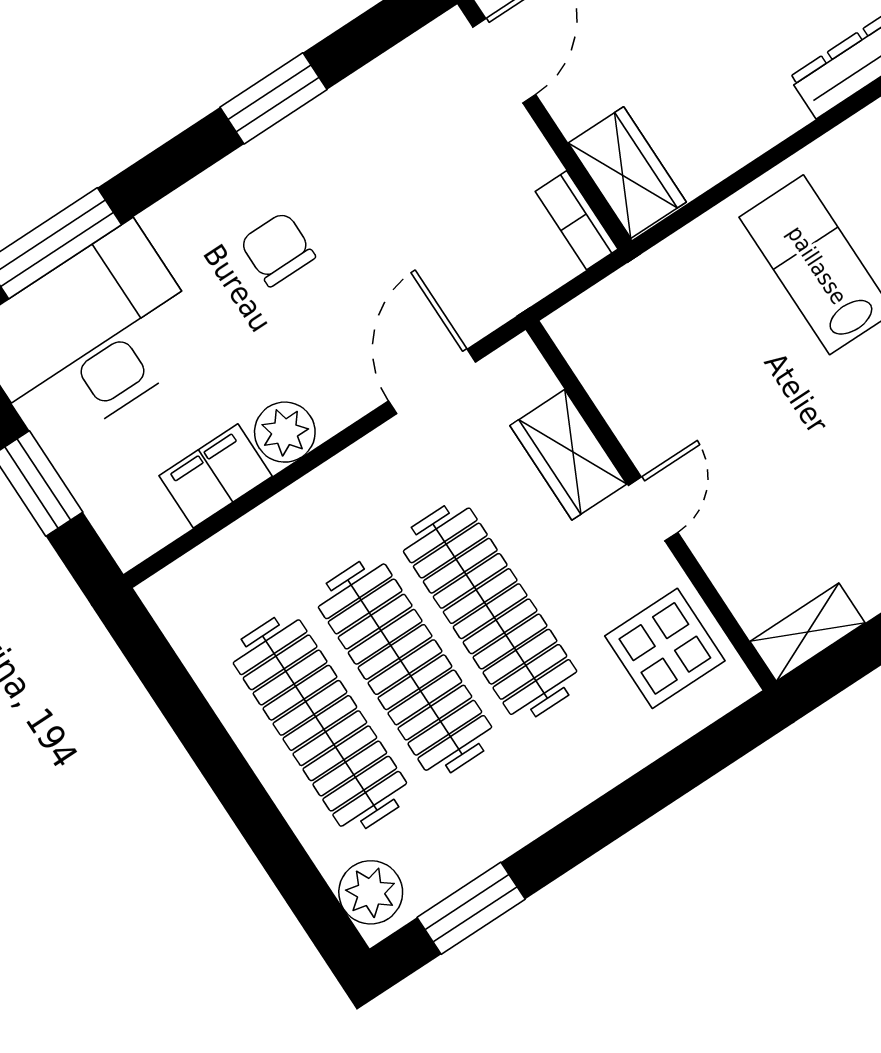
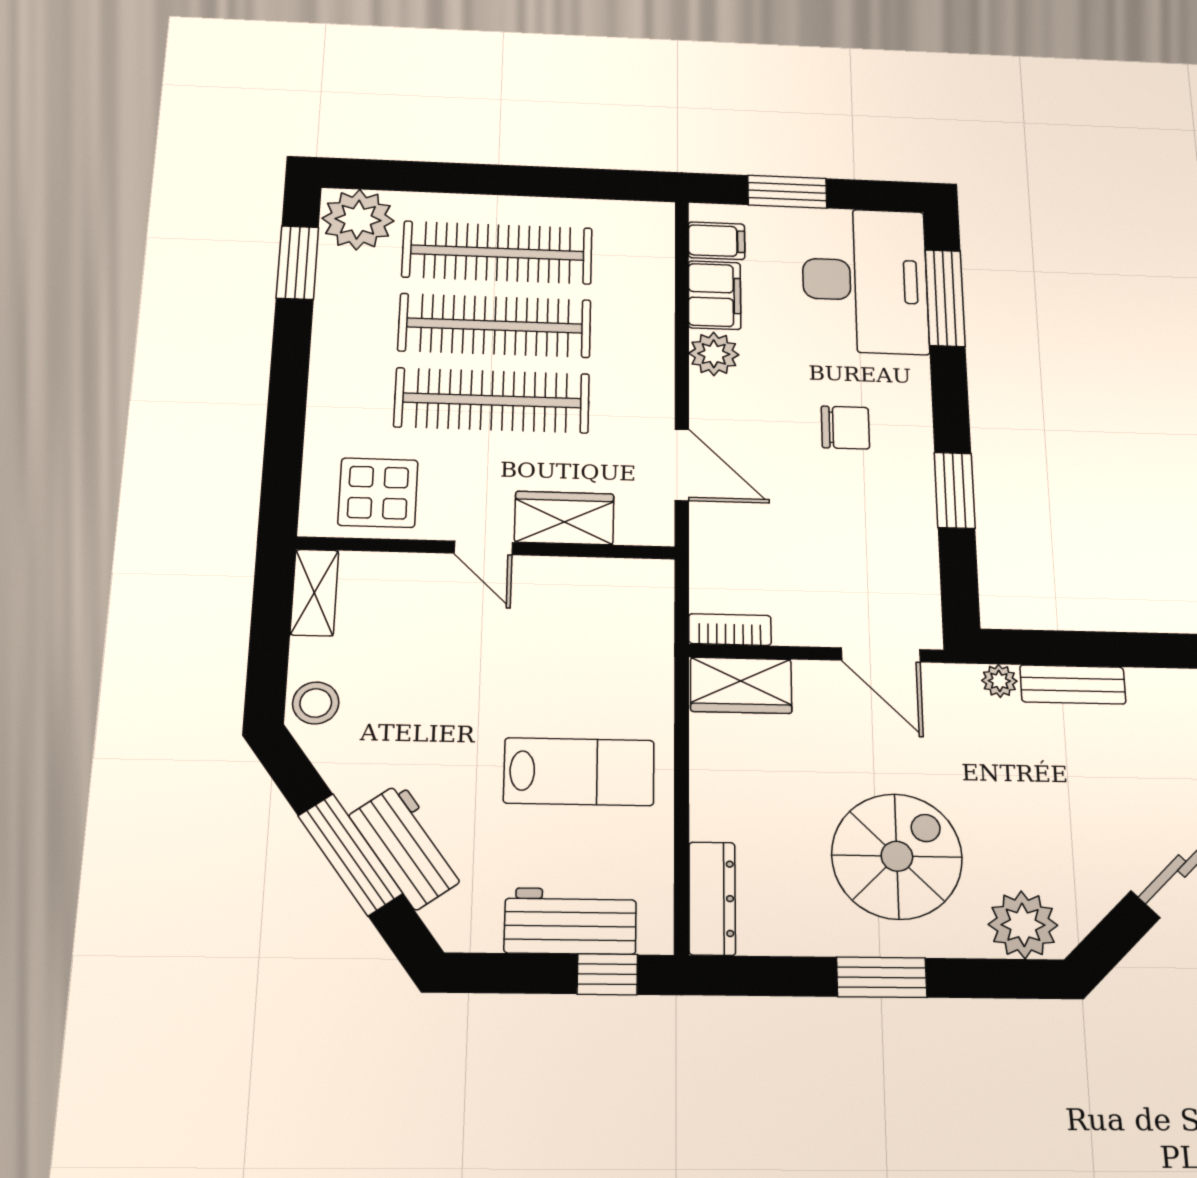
filing cabinet: (149, 516) -> (717, 241), added
plant: (371, 892) -> (358, 220), width x1.36, depth x1.36

